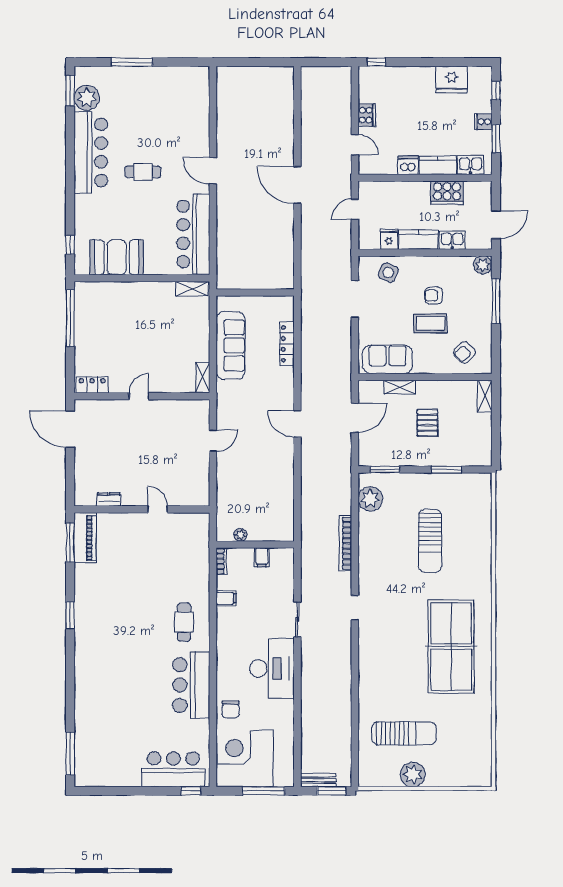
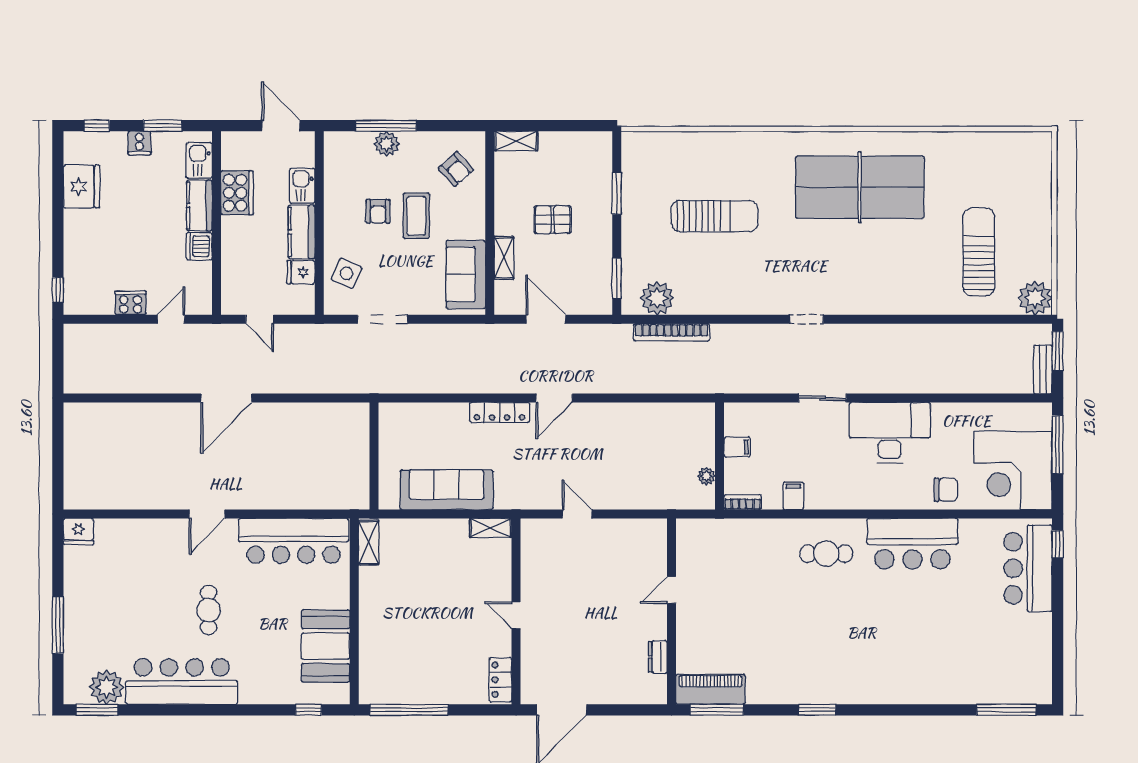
fridge: (200, 77) -> (78, 531), added
plant: (483, 265) -> (387, 144), moved
locker: (287, 344) -> (500, 412), moved
bookcase: (345, 543) -> (672, 332), moved
plant: (413, 774) -> (1035, 298), moved

